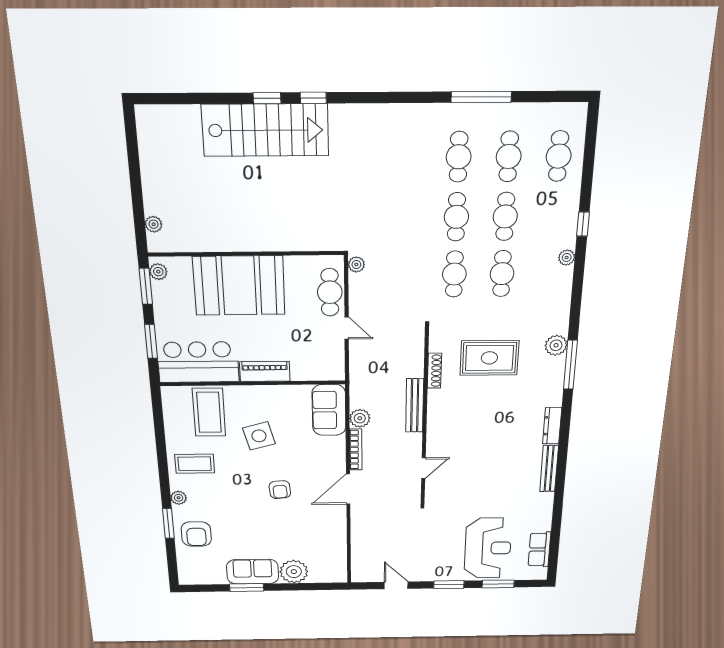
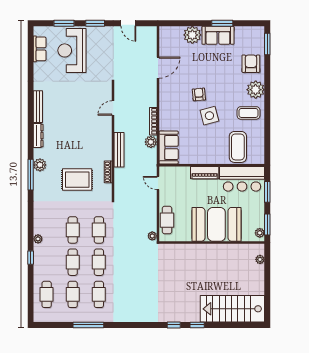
stairs: (265, 130) -> (232, 309), moved
door: (347, 328) -> (158, 183), moved
plant: (556, 345) -> (40, 165), moved
side table: (259, 436) -> (209, 116), moved
door: (348, 489) -> (158, 68), moved
plant: (179, 498) -> (256, 90), width x1.88, depth x1.88
window: (168, 523) -> (267, 44), moved

